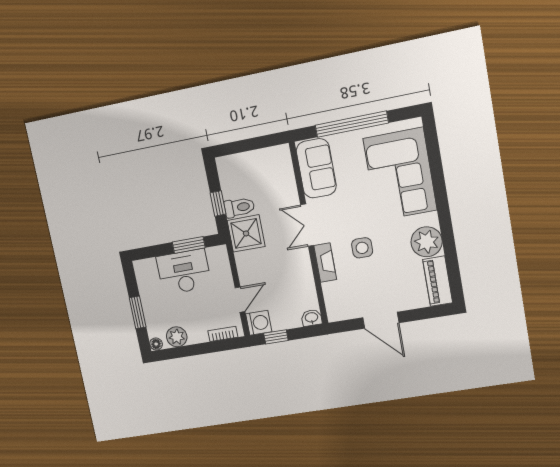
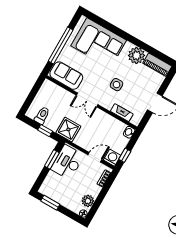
toilet: (239, 207) -> (42, 115), moved
fireplace: (325, 263) -> (122, 113), moved
desk: (184, 272) -> (67, 162), moved
door: (240, 300) -> (95, 157), hinge flipped
window: (138, 312) -> (50, 203), moved

